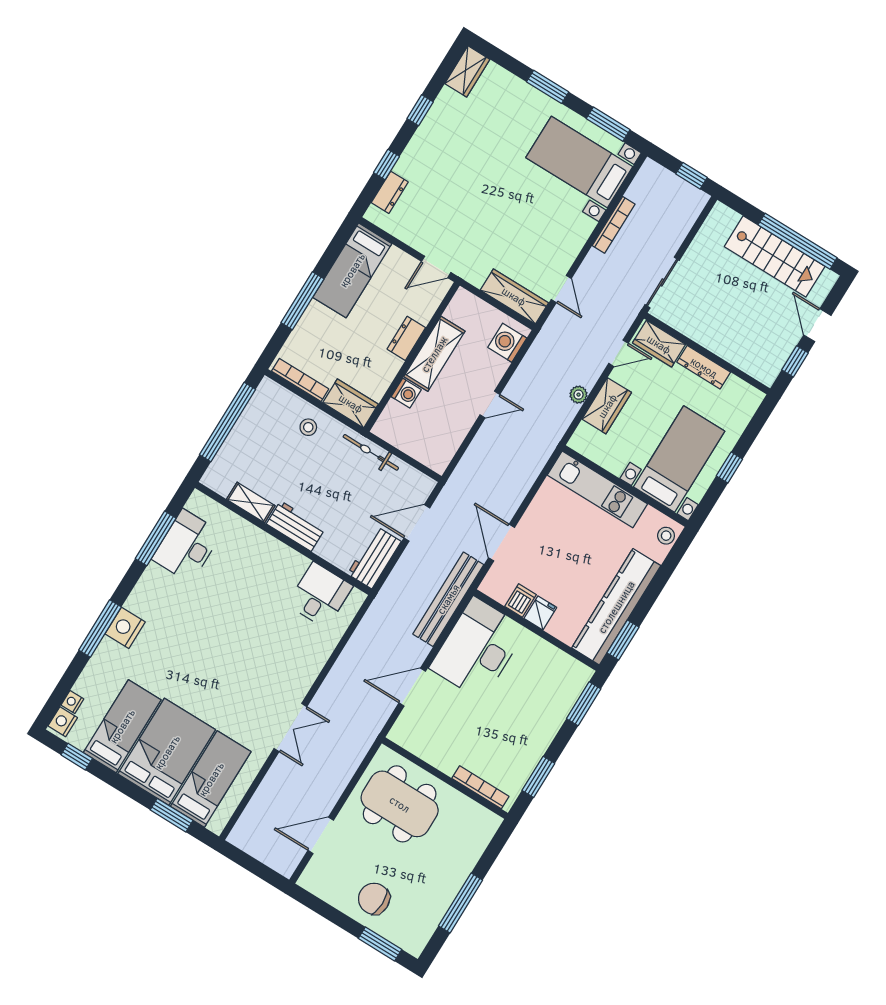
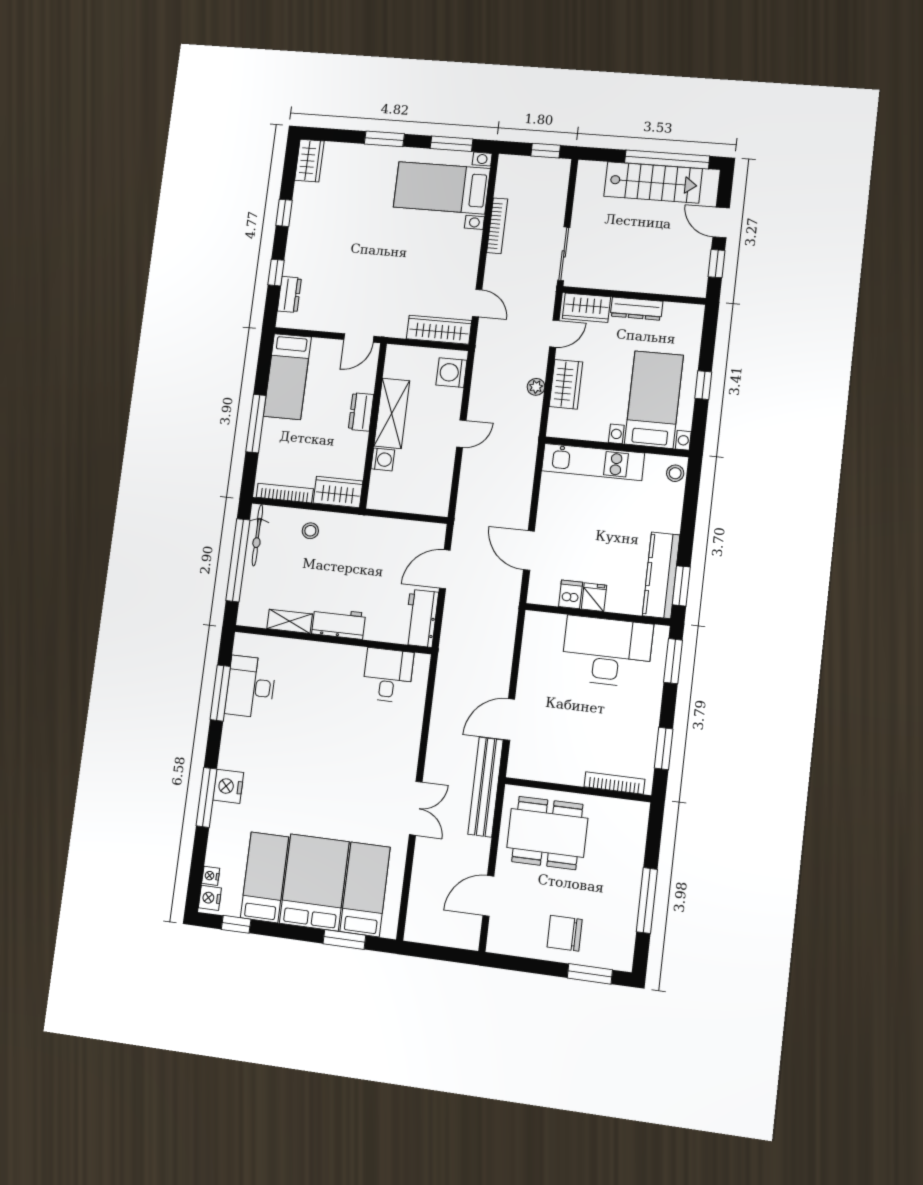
bicycle: (371, 452) -> (257, 535), moved, turned -90
bench: (448, 599) -> (486, 787), moved
kitchen counter: (616, 607) -> (661, 575), width x0.72, depth x0.86
desk: (478, 648) -> (607, 651), moved, turned 90

